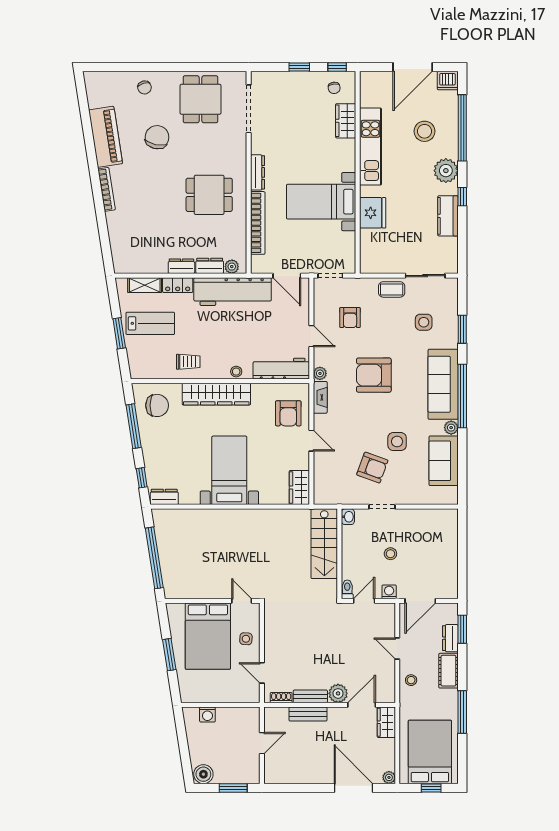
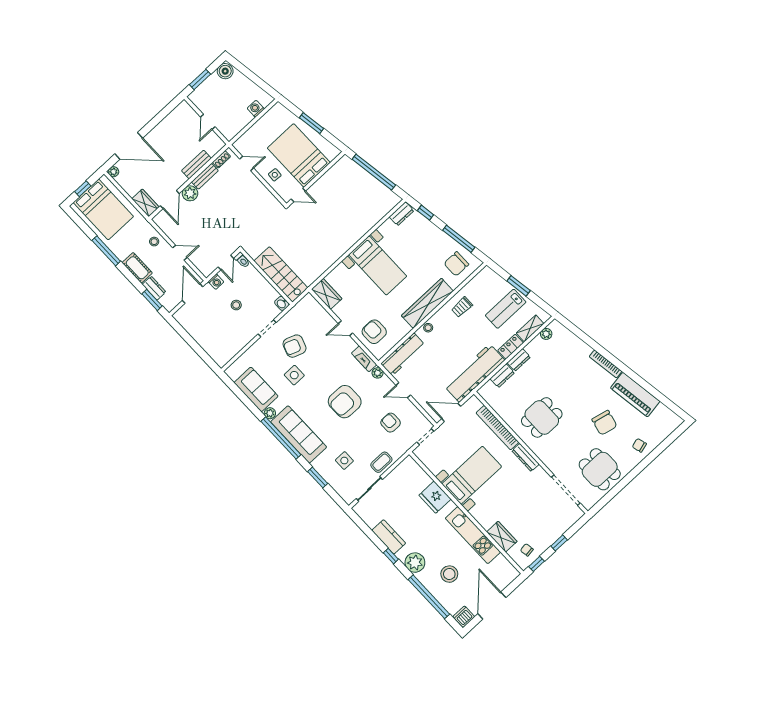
plant: (232, 267) -> (546, 334), moved
armchair: (374, 375) -> (345, 402), turned 180

